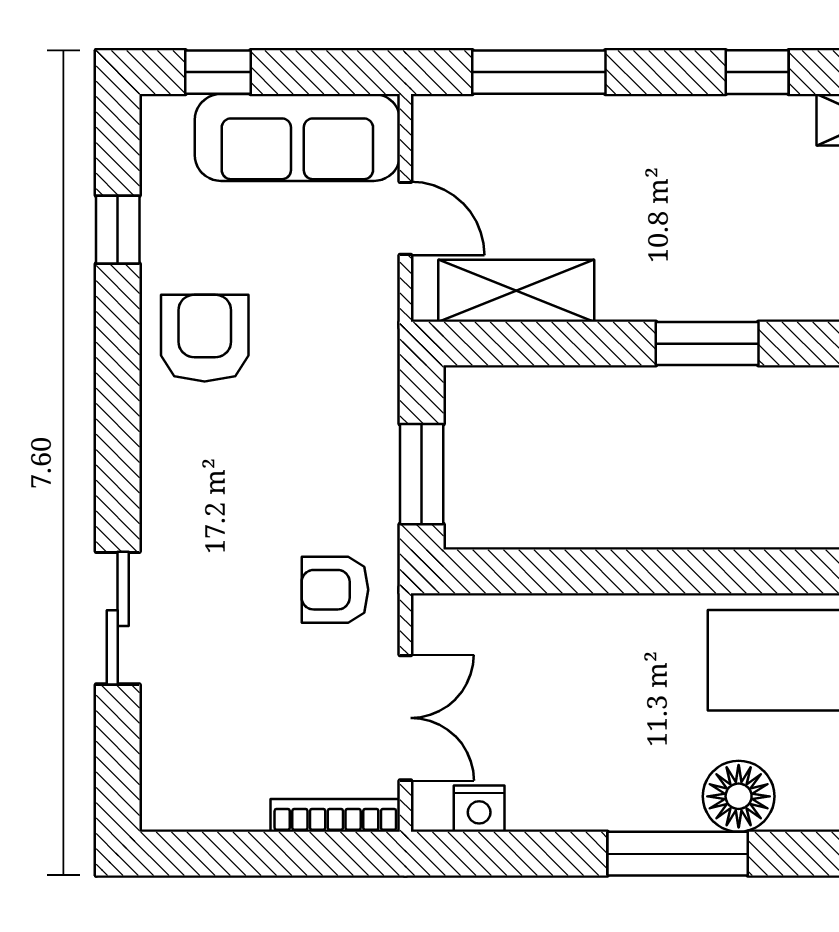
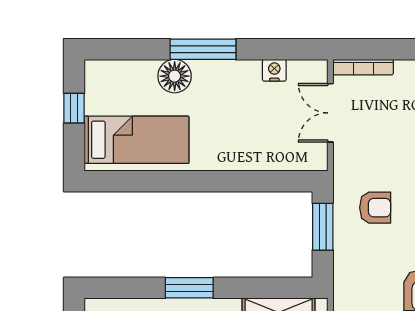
armchair: (335, 590) -> (375, 208), moved
nightstand: (479, 809) -> (274, 70), moved

